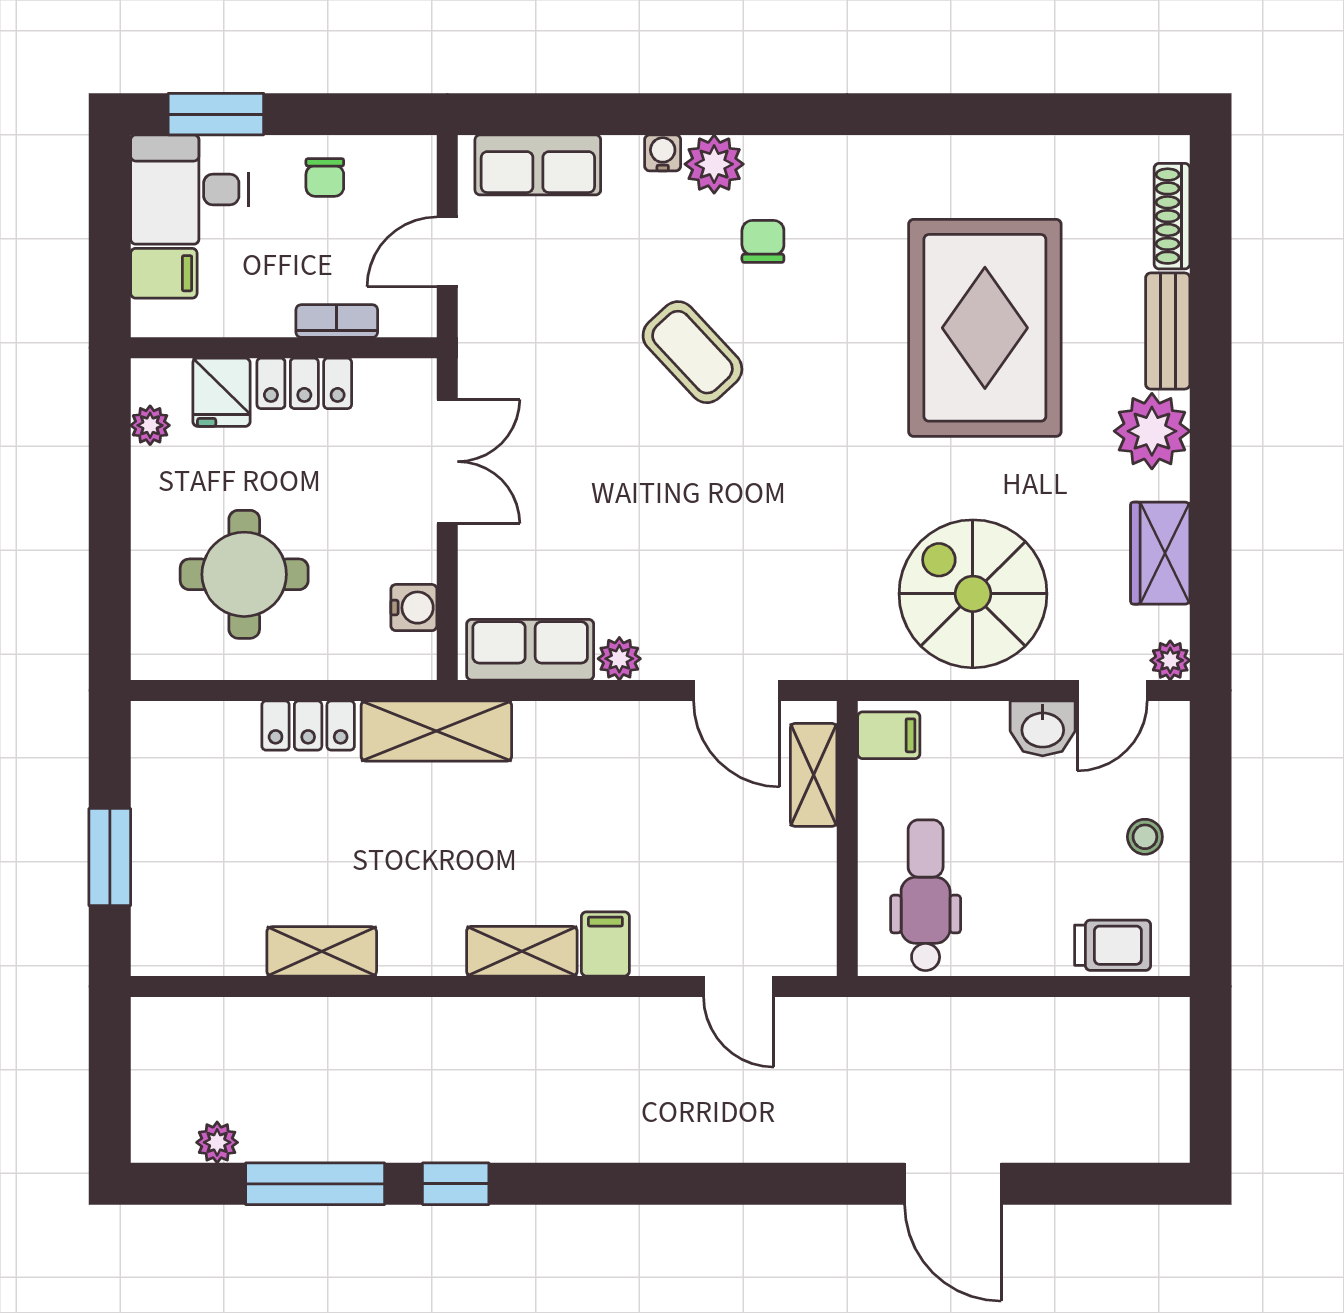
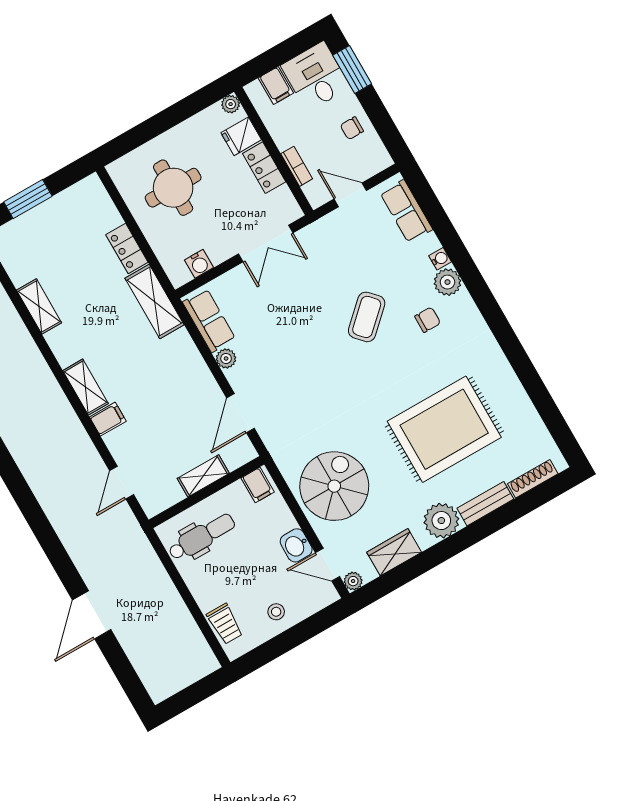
plant: (150, 425) -> (231, 104), moved
shelving: (814, 775) -> (203, 476), moved

